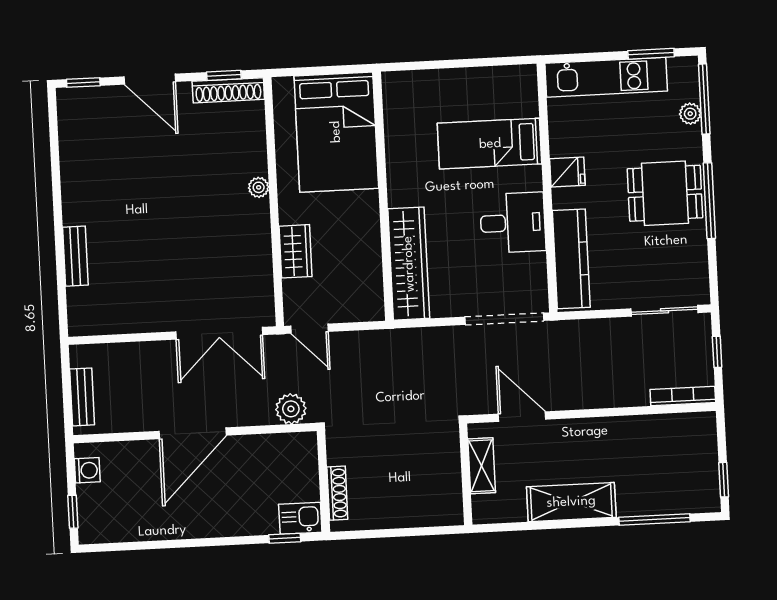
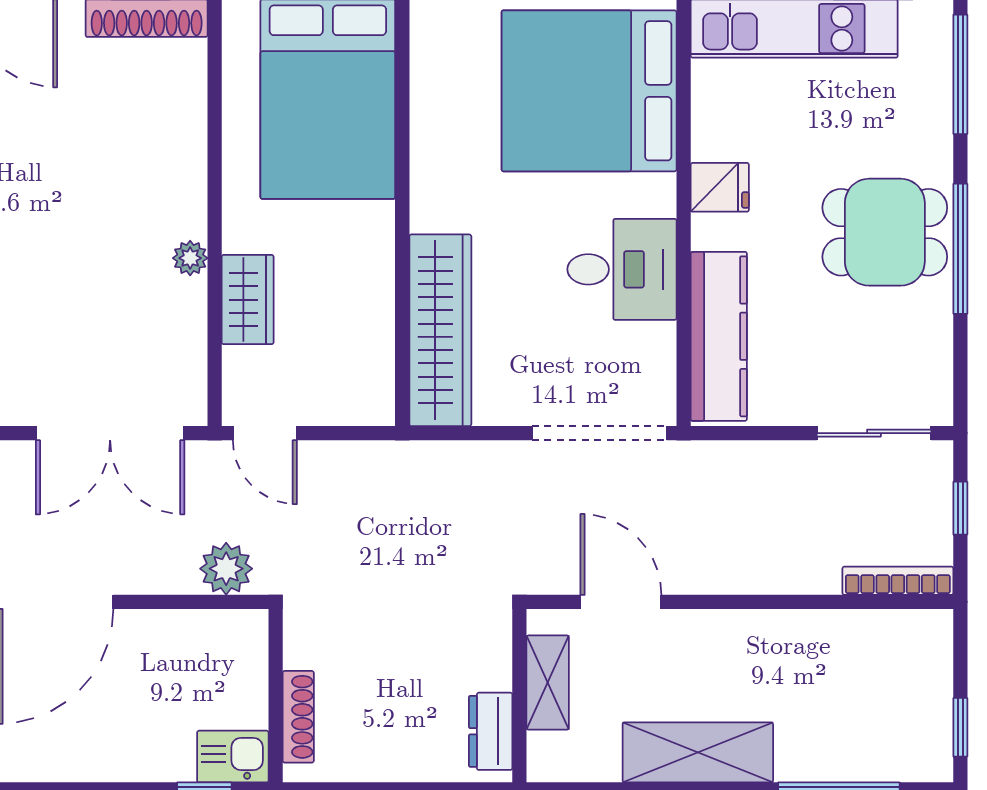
plant: (690, 114) -> (935, 98), removed
bed: (490, 144) -> (589, 91), width x2.04
plant: (259, 187) -> (190, 258), moved
dresser: (450, 496) -> (491, 731), added

